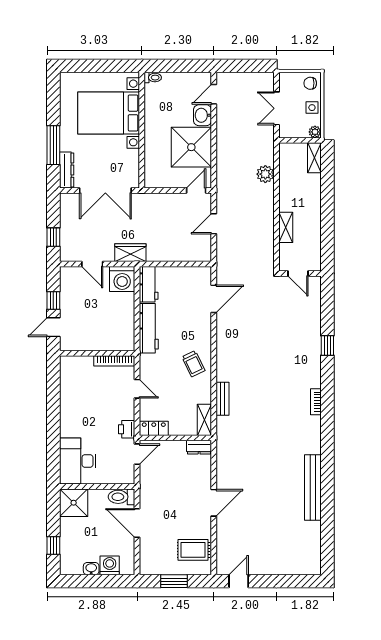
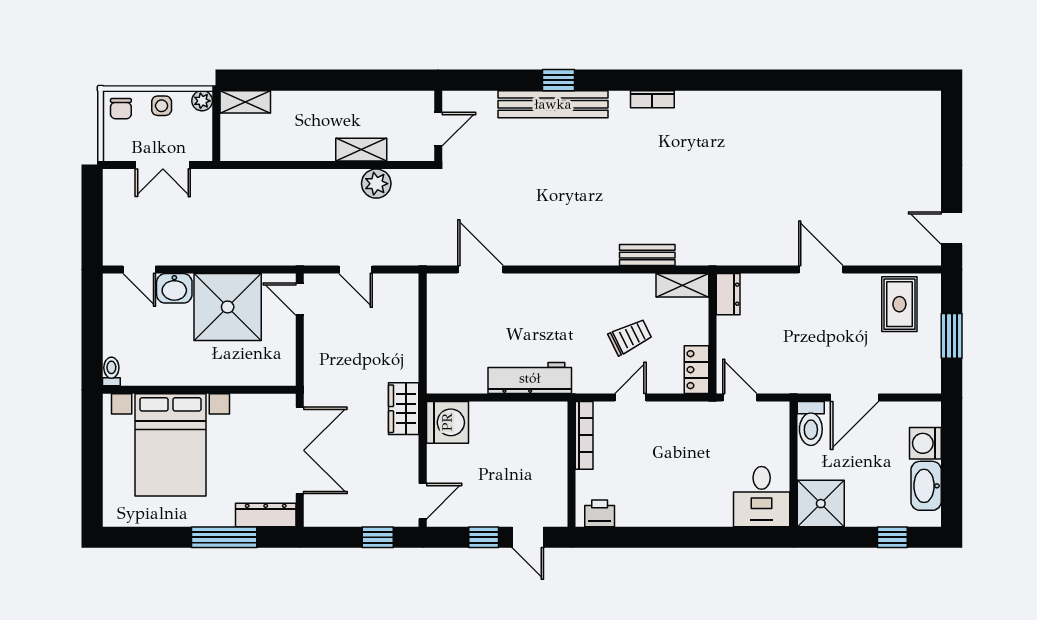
plant: (265, 174) -> (376, 184), moved
door: (92, 264) -> (423, 501), moved
workbench: (149, 284) -> (456, 378), removed
trolley: (193, 364) -> (630, 337), moved
printer: (127, 429) -> (600, 513), moved, turned 180
desk: (78, 461) -> (762, 497), width x0.73
bench: (313, 488) -> (553, 104), moved
washbasin: (91, 569) -> (926, 486), width x1.91, depth x1.45

